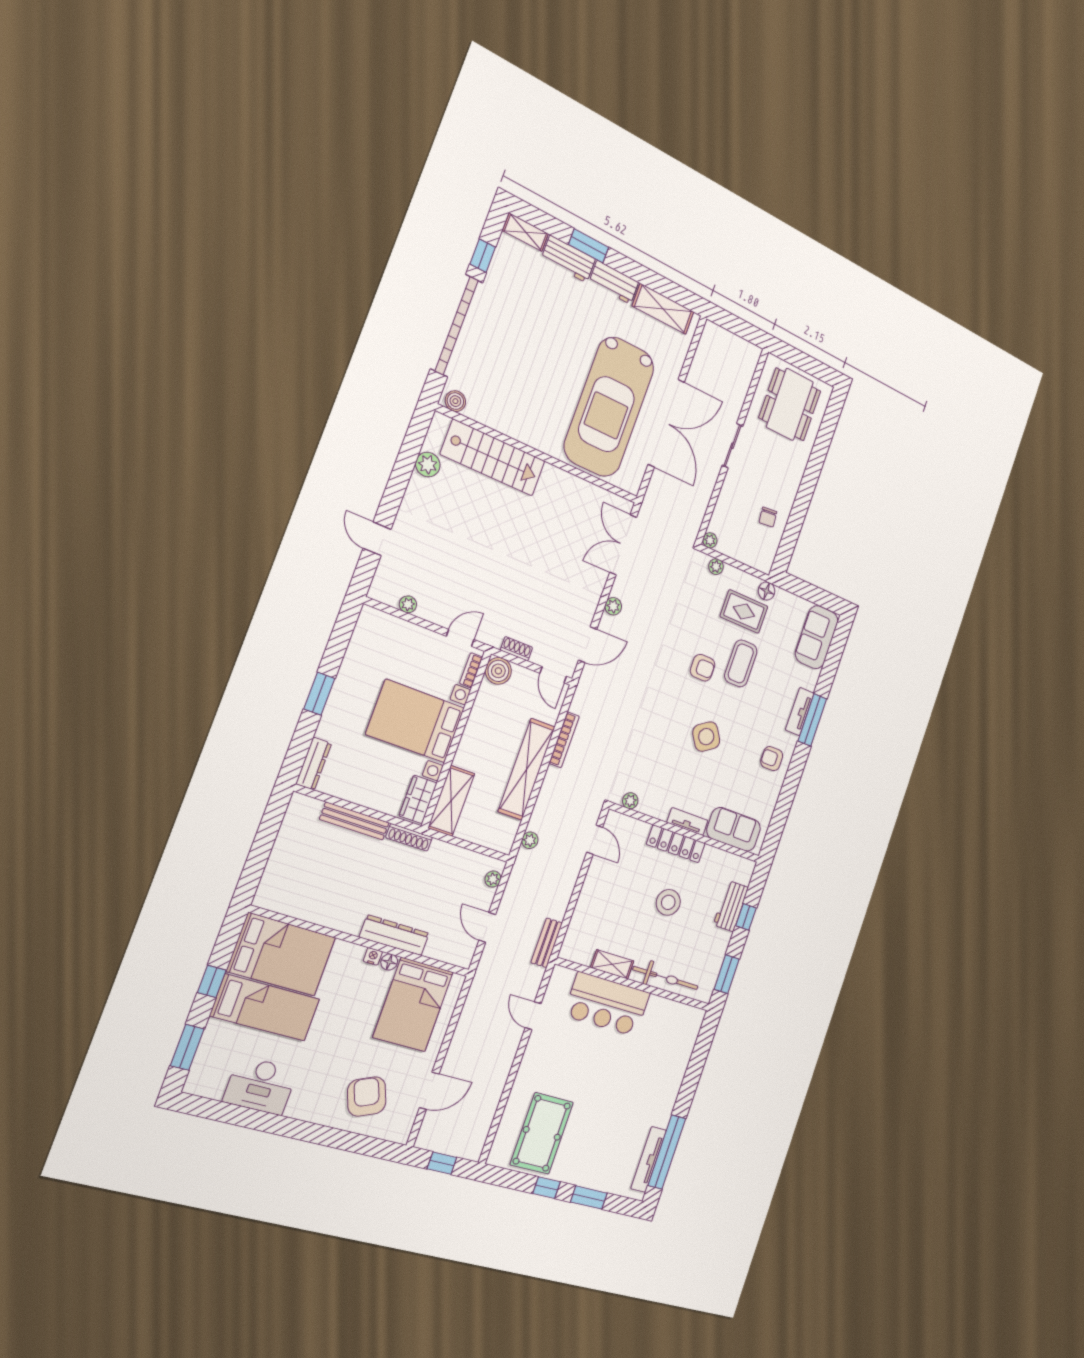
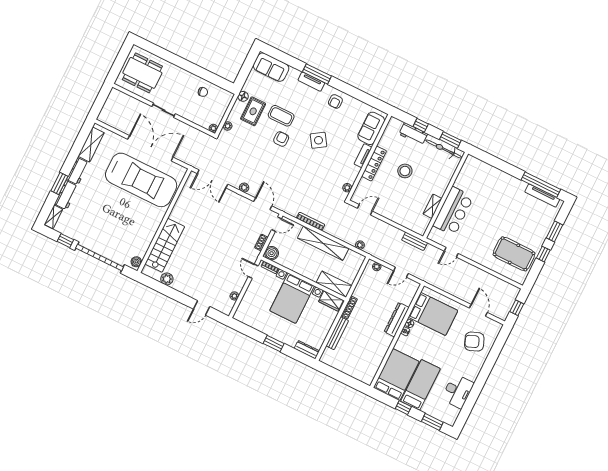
bicycle: (665, 978) -> (444, 149), moved, turned -90

